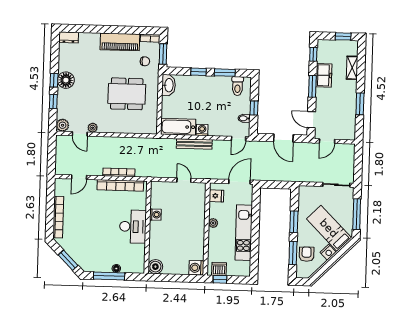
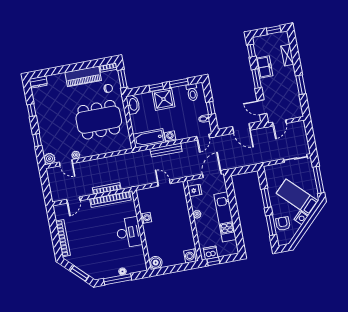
window: (54, 80) -> (32, 110), moved
floor lamp: (66, 80) -> (44, 119), removed
shower: (204, 87) -> (163, 99), added
dining table: (127, 94) -> (99, 120), width x1.36, depth x1.24

